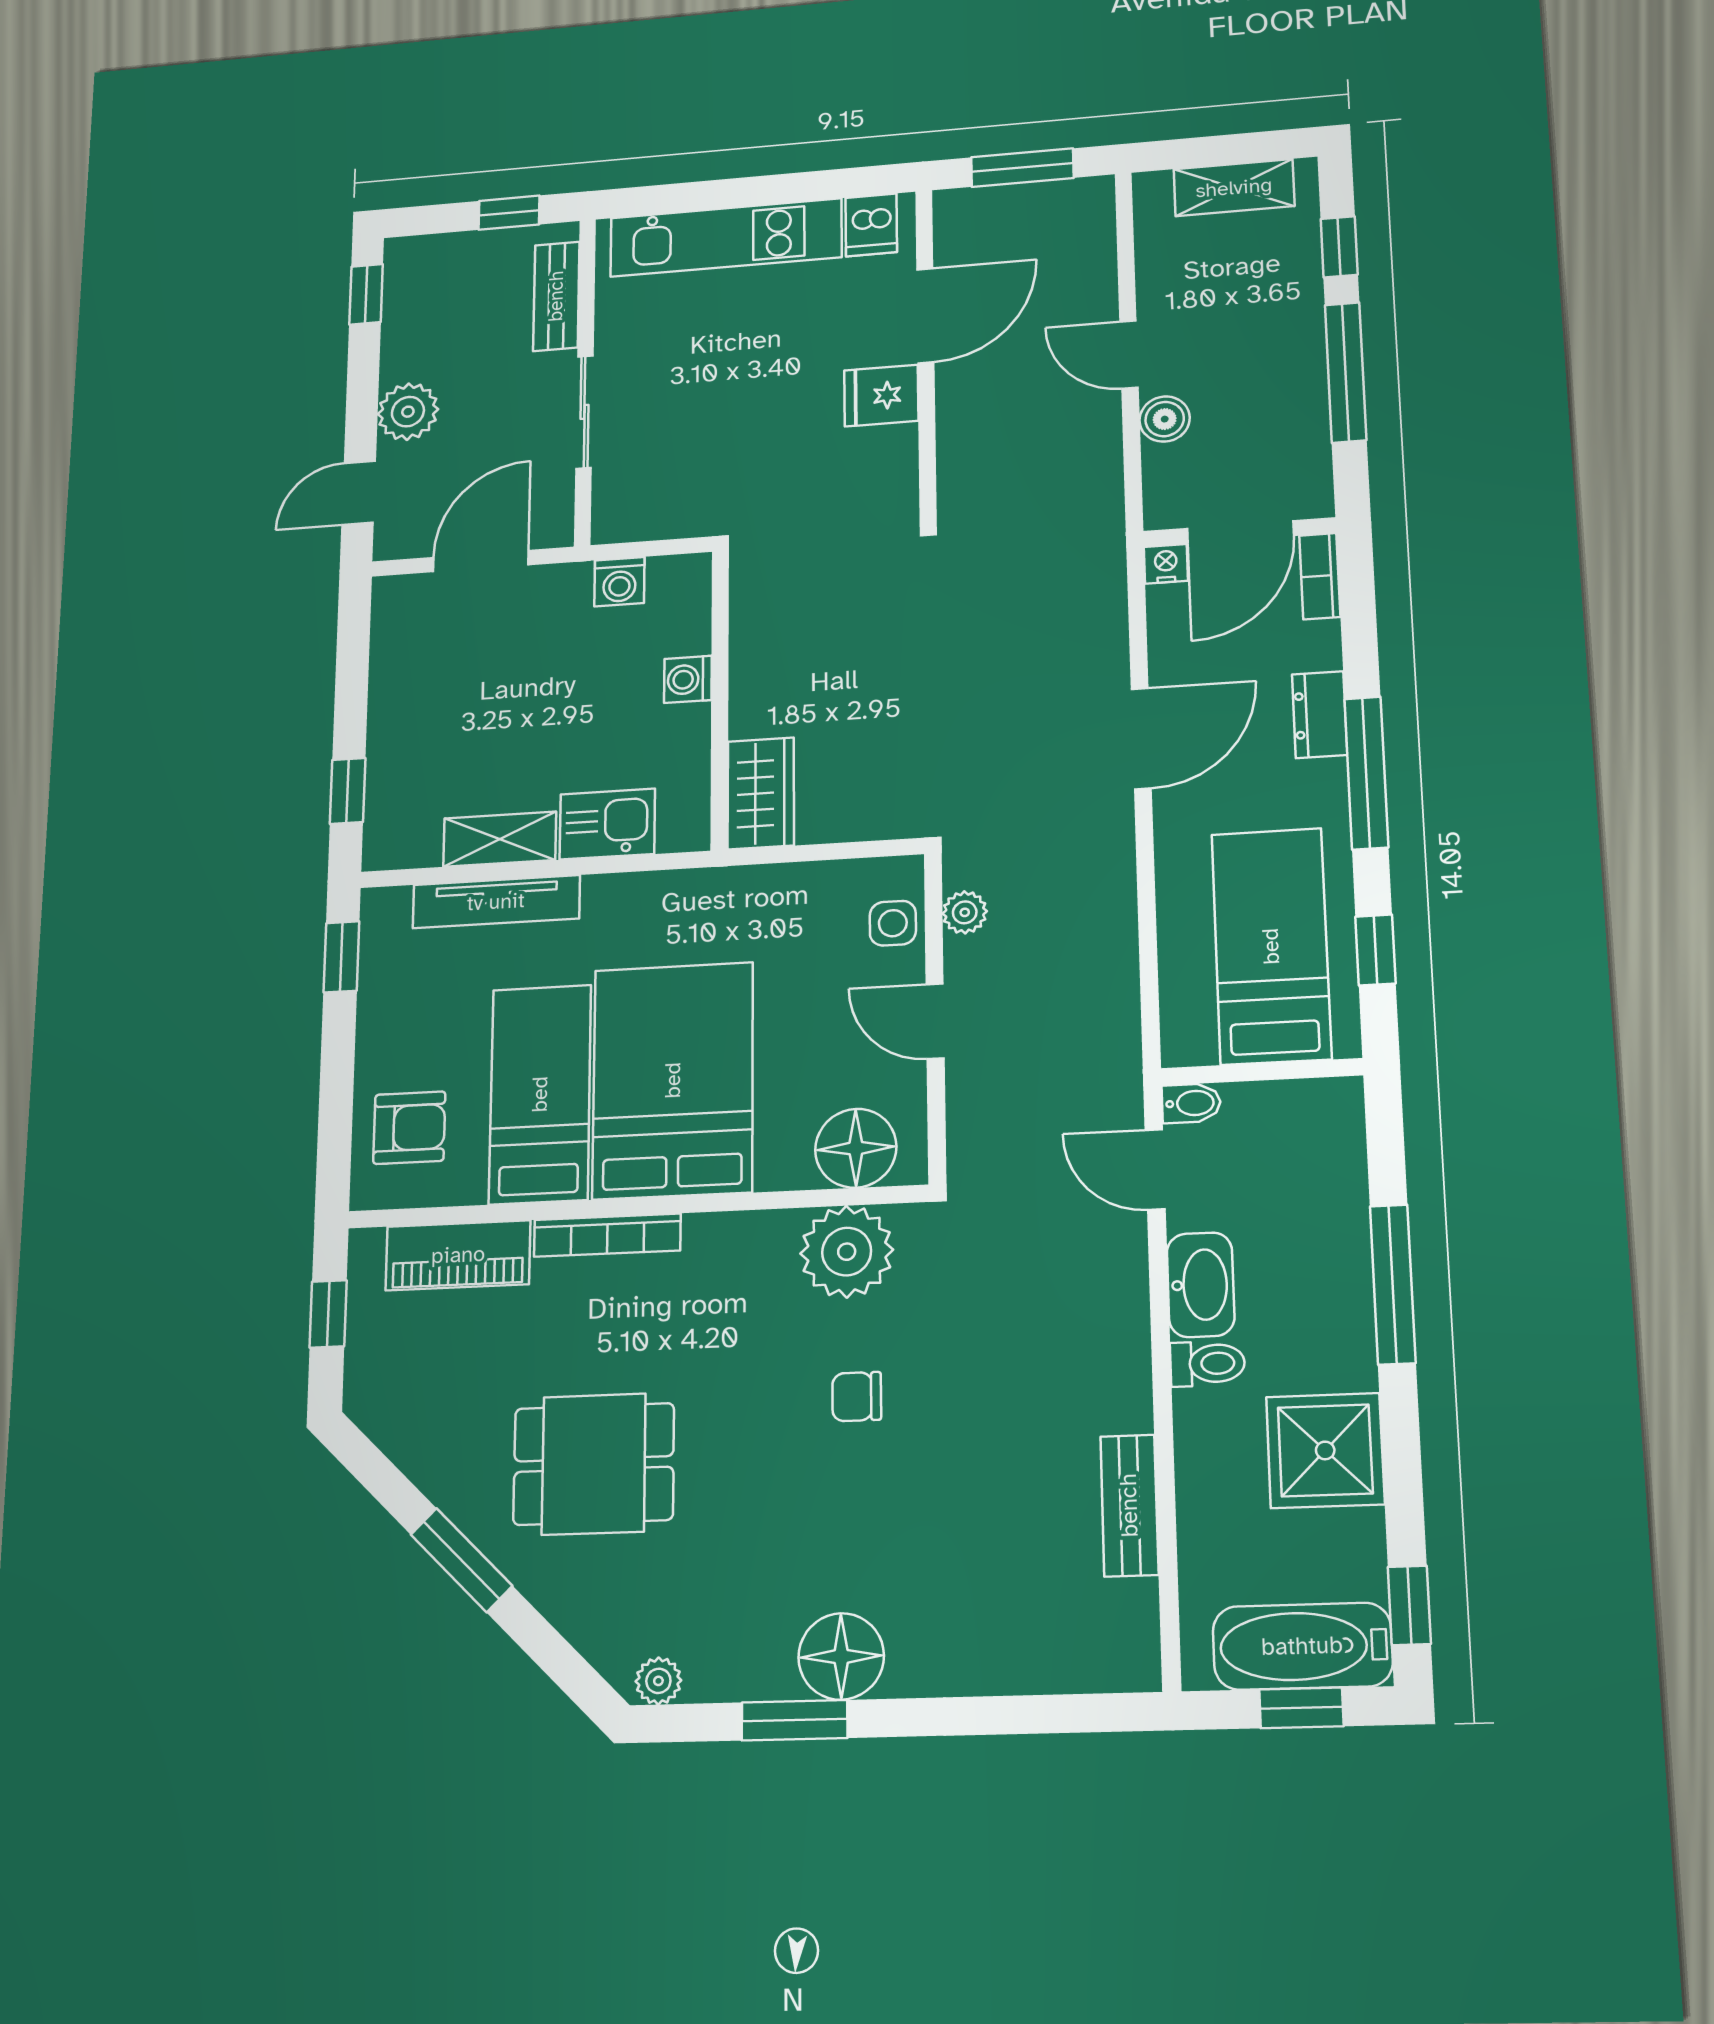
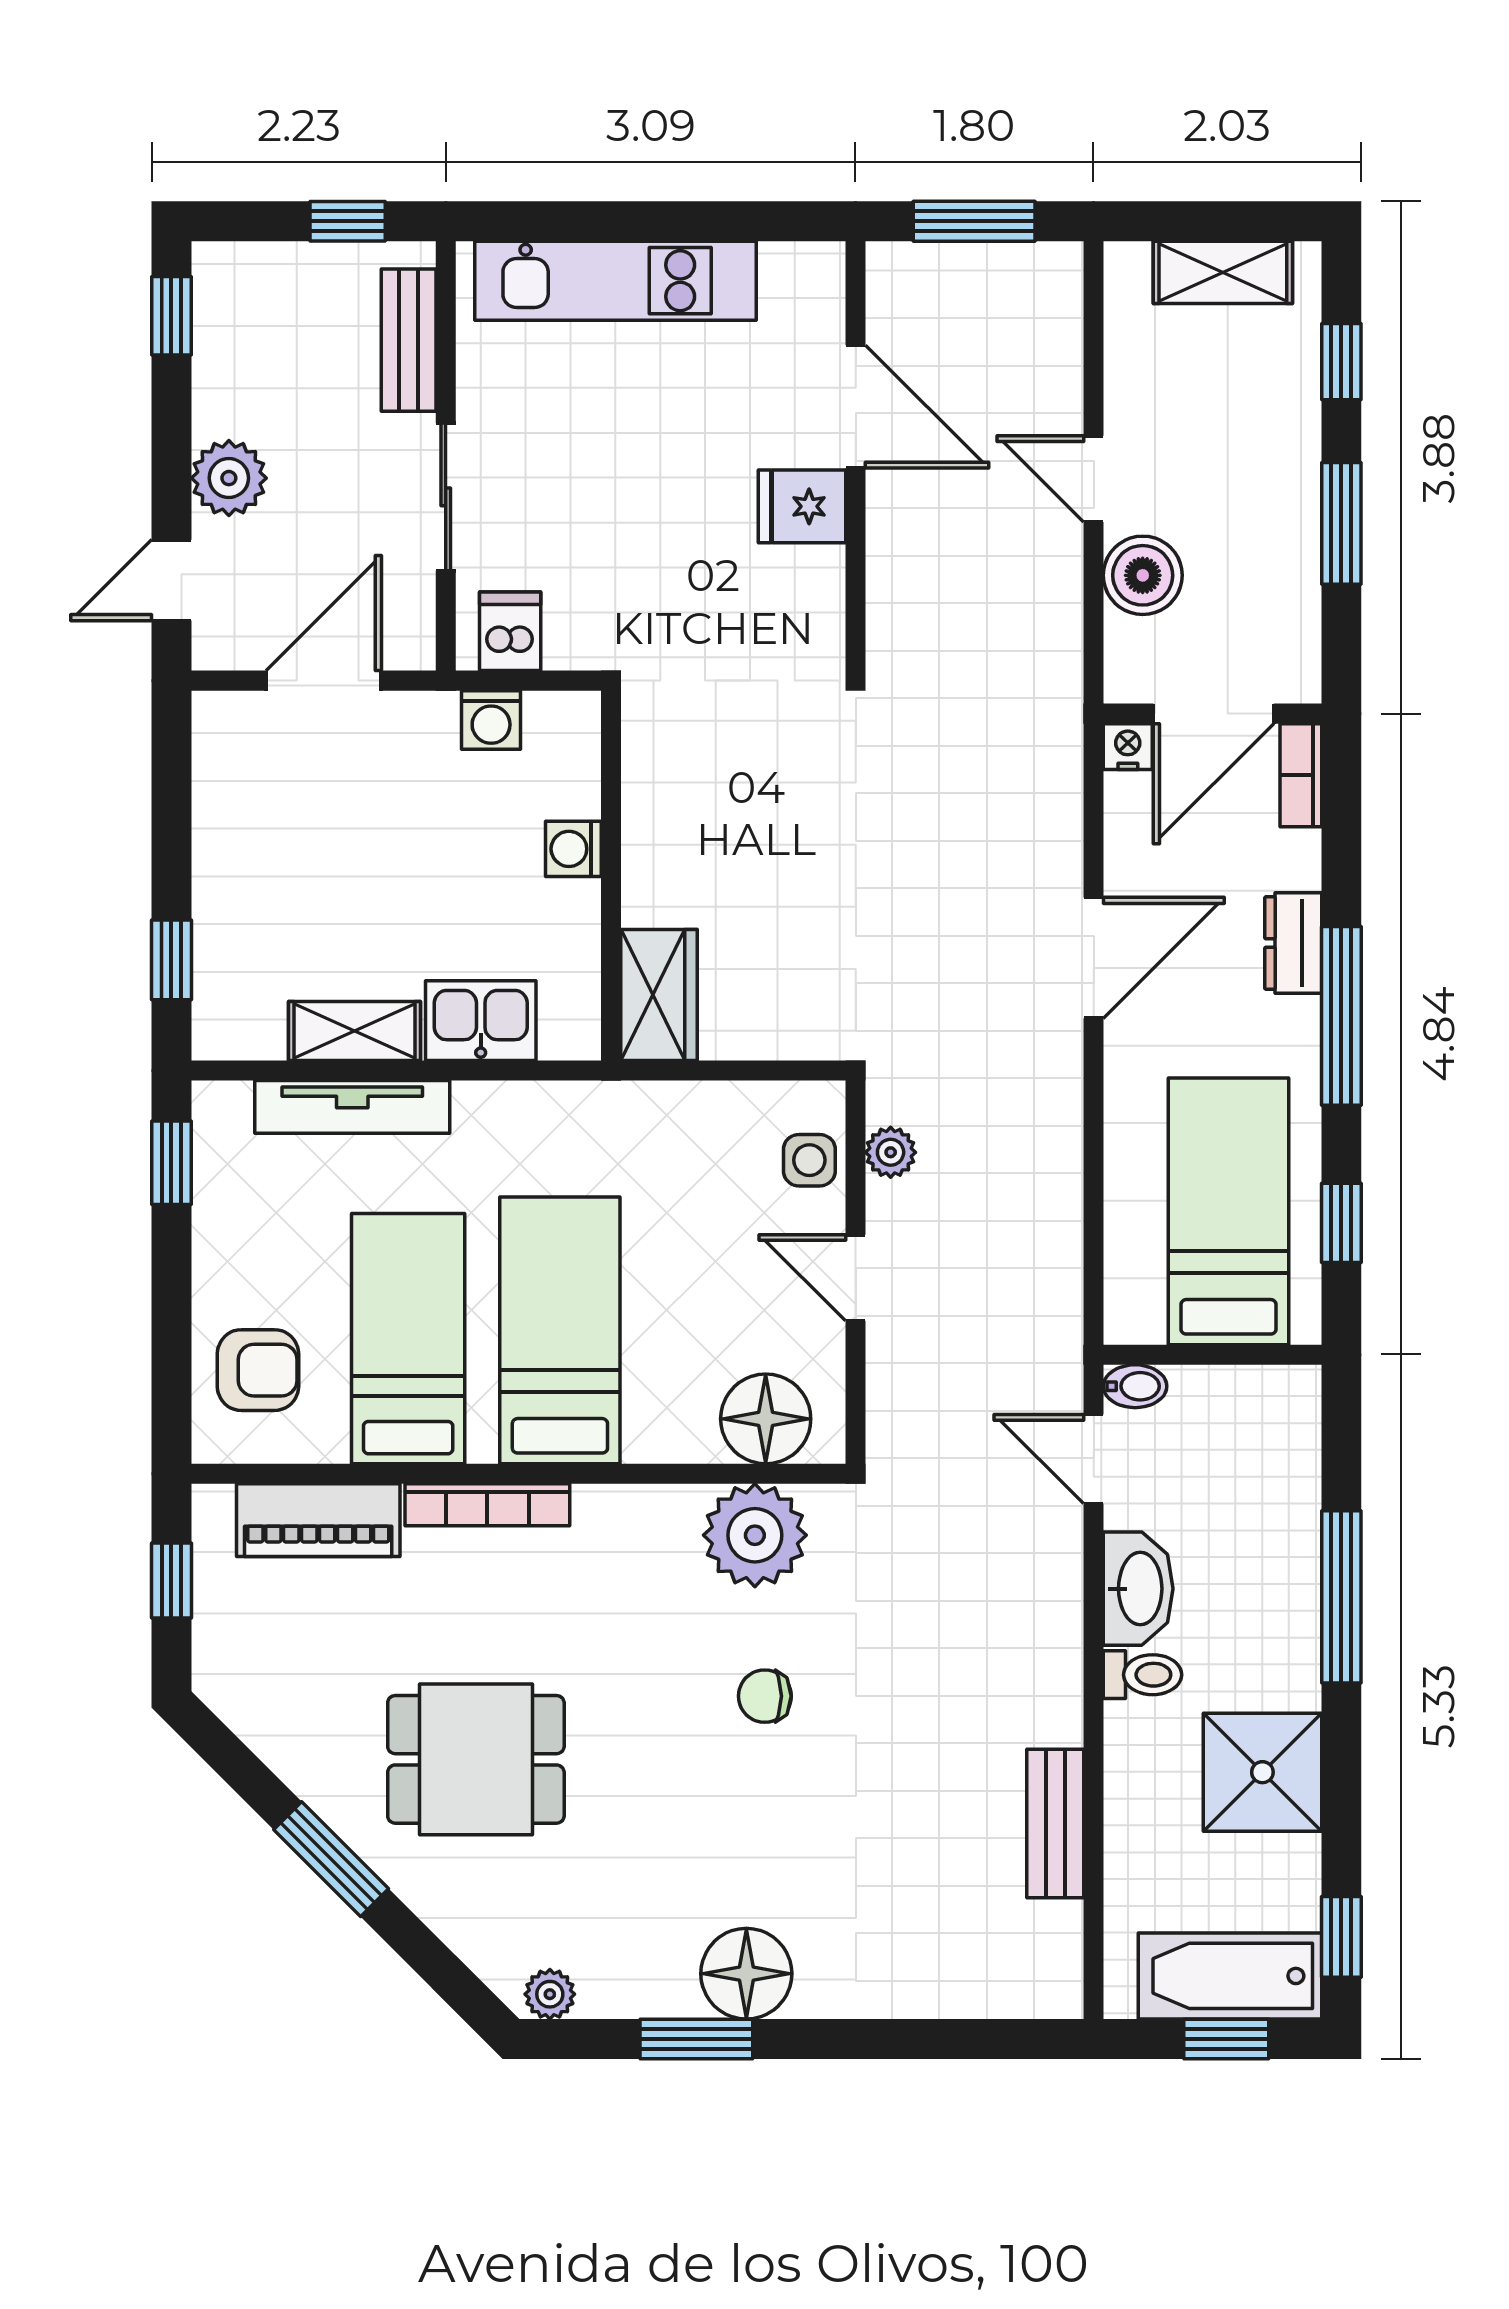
dishwasher: (871, 225) -> (510, 631), moved, turned 180
door: (925, 316) -> (856, 407), hinge flipped
window: (1346, 372) -> (1341, 523), width x0.69
boiler: (1165, 419) -> (1143, 575), width x1.36, depth x1.36
bed: (673, 1080) -> (560, 1330), width x0.67

